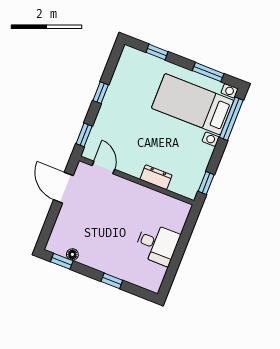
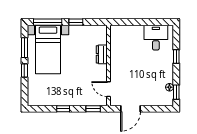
window: (157, 52) -> (24, 70), moved
door: (103, 167) -> (108, 89), hinge flipped
window: (206, 183) -> (76, 22), moved
desk: (157, 244) -> (156, 38), moved

